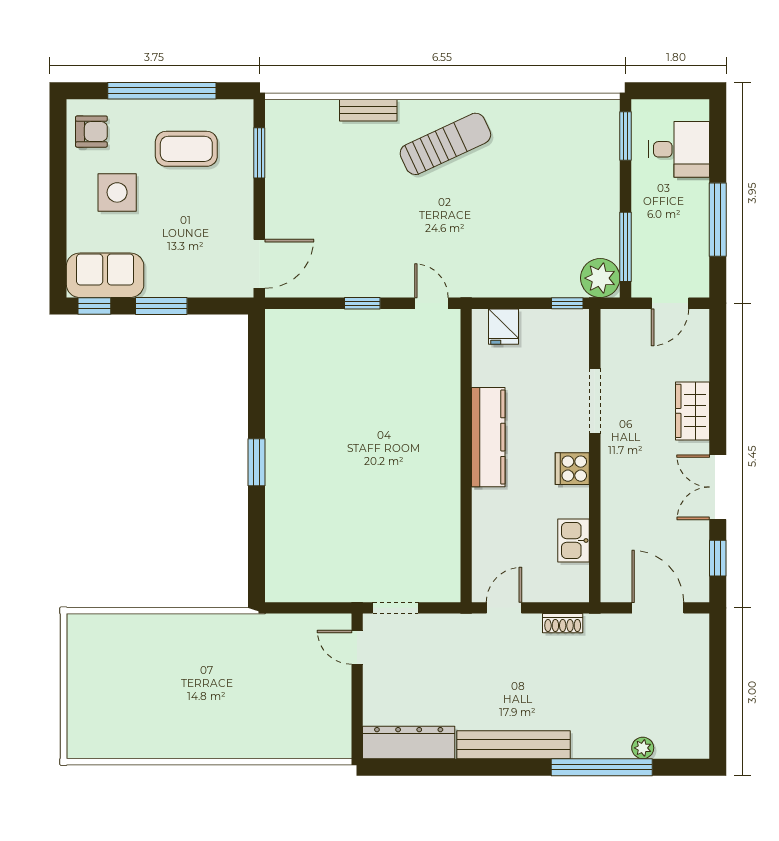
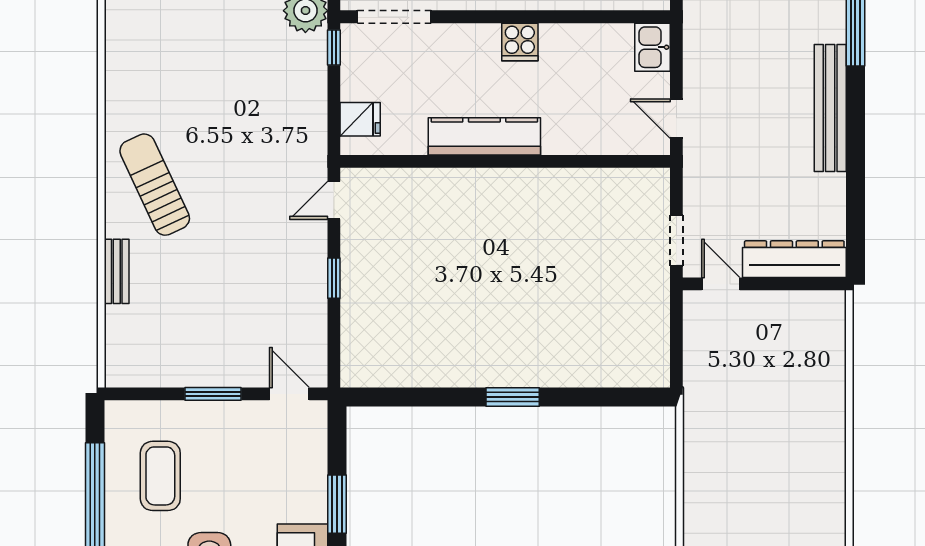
window: (259, 153) -> (213, 394), moved
door: (259, 264) -> (289, 394), width x0.73
doorway: (595, 401) -> (394, 17), moved
kitchen sink: (574, 540) -> (653, 47), moved, turned 90
shoe rack: (563, 623) -> (694, 53), removed
door: (357, 647) -> (721, 284), swing flipped
dresser: (409, 742) -> (794, 259), moved, turned 90

